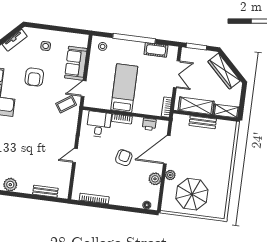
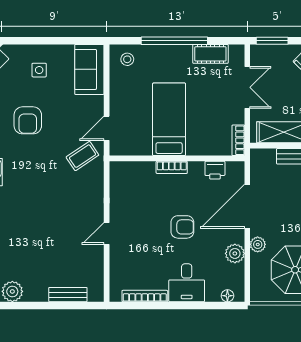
sofa: (76, 63) -> (89, 69), moved
desk: (99, 124) -> (187, 283), moved, turned 180
armchair: (124, 158) -> (182, 227), turned 77

